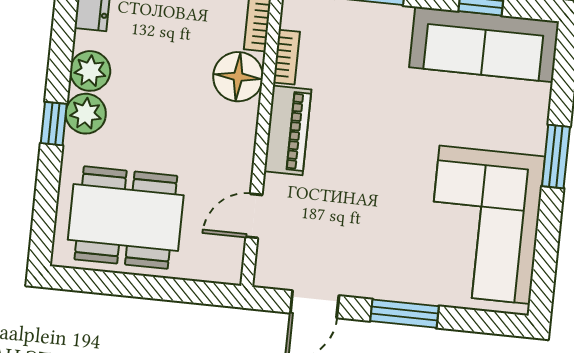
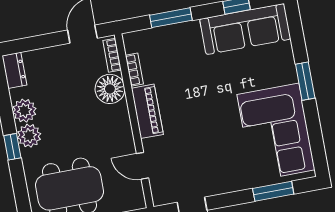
door: (254, 216) -> (142, 166), hinge flipped
window: (404, 314) -> (273, 191), moved

